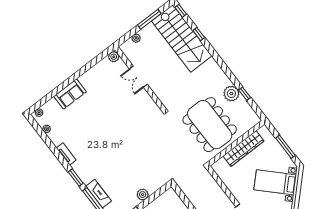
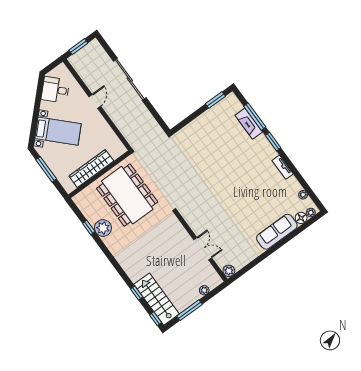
stairs: (182, 38) -> (157, 299), width x0.73, depth x0.66
sofa: (70, 94) -> (277, 232), width x1.36
floor lamp: (48, 107) -> (301, 218), added
plant: (143, 195) -> (201, 121), removed

